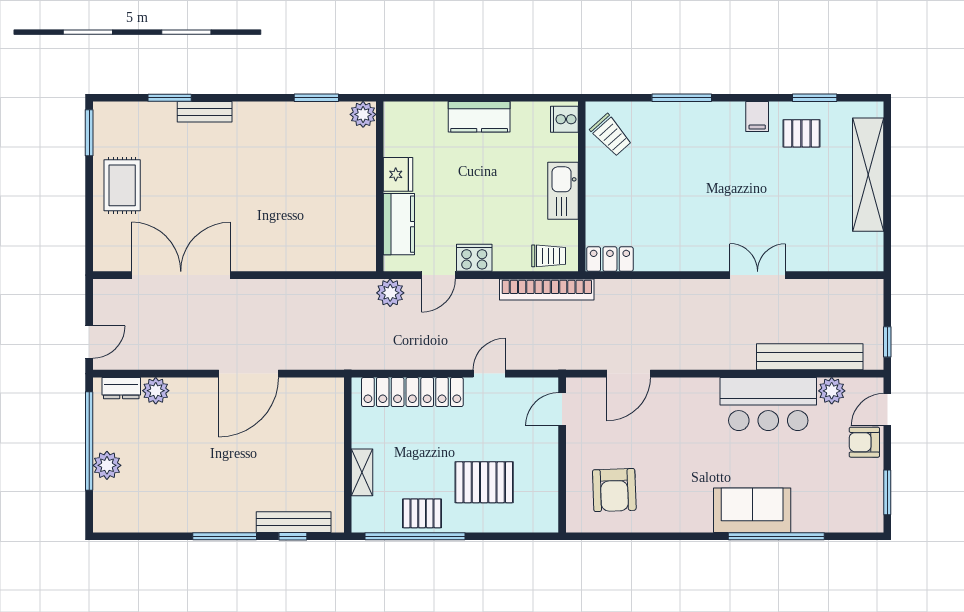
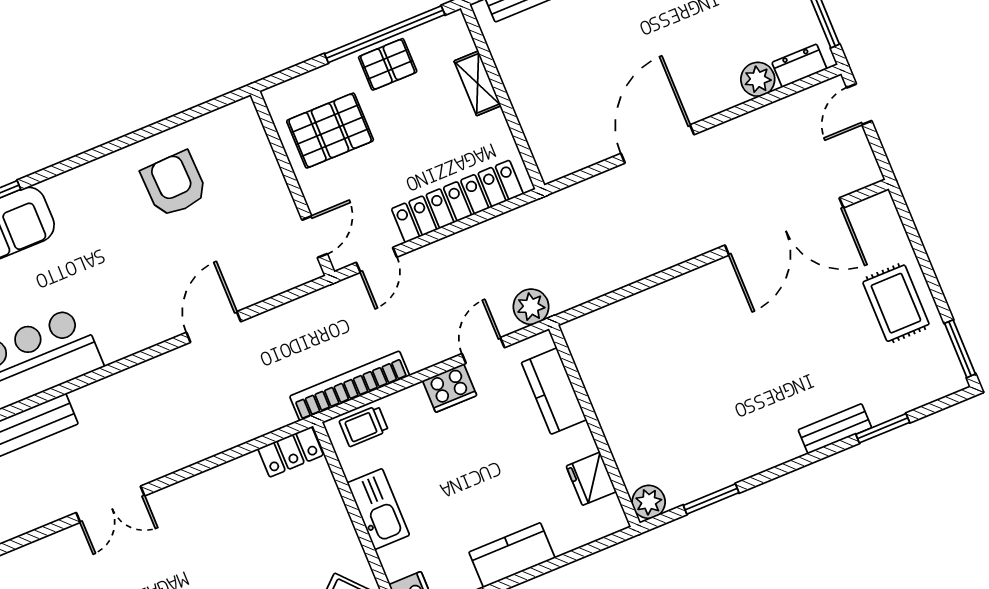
fridge: (398, 174) -> (591, 479), moved
door: (562, 409) -> (315, 237), moved
wall: (562, 455) -> (292, 183), moved

